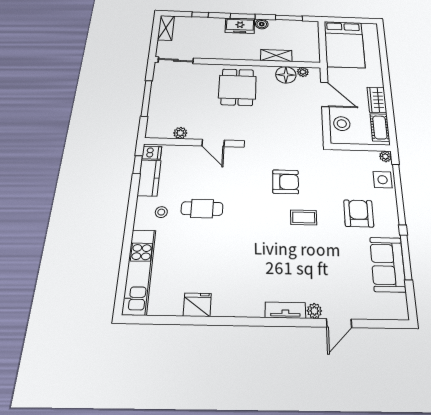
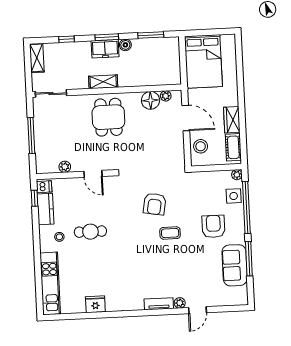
shelving: (276, 56) -> (103, 82), moved
armchair: (286, 182) -> (155, 204), turned 100

